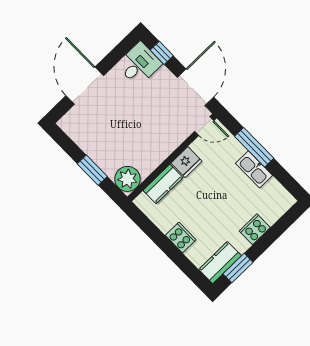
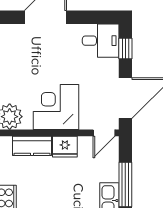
door: (204, 126) -> (104, 133), hinge flipped
corner desk: (153, 141) -> (56, 107), added

